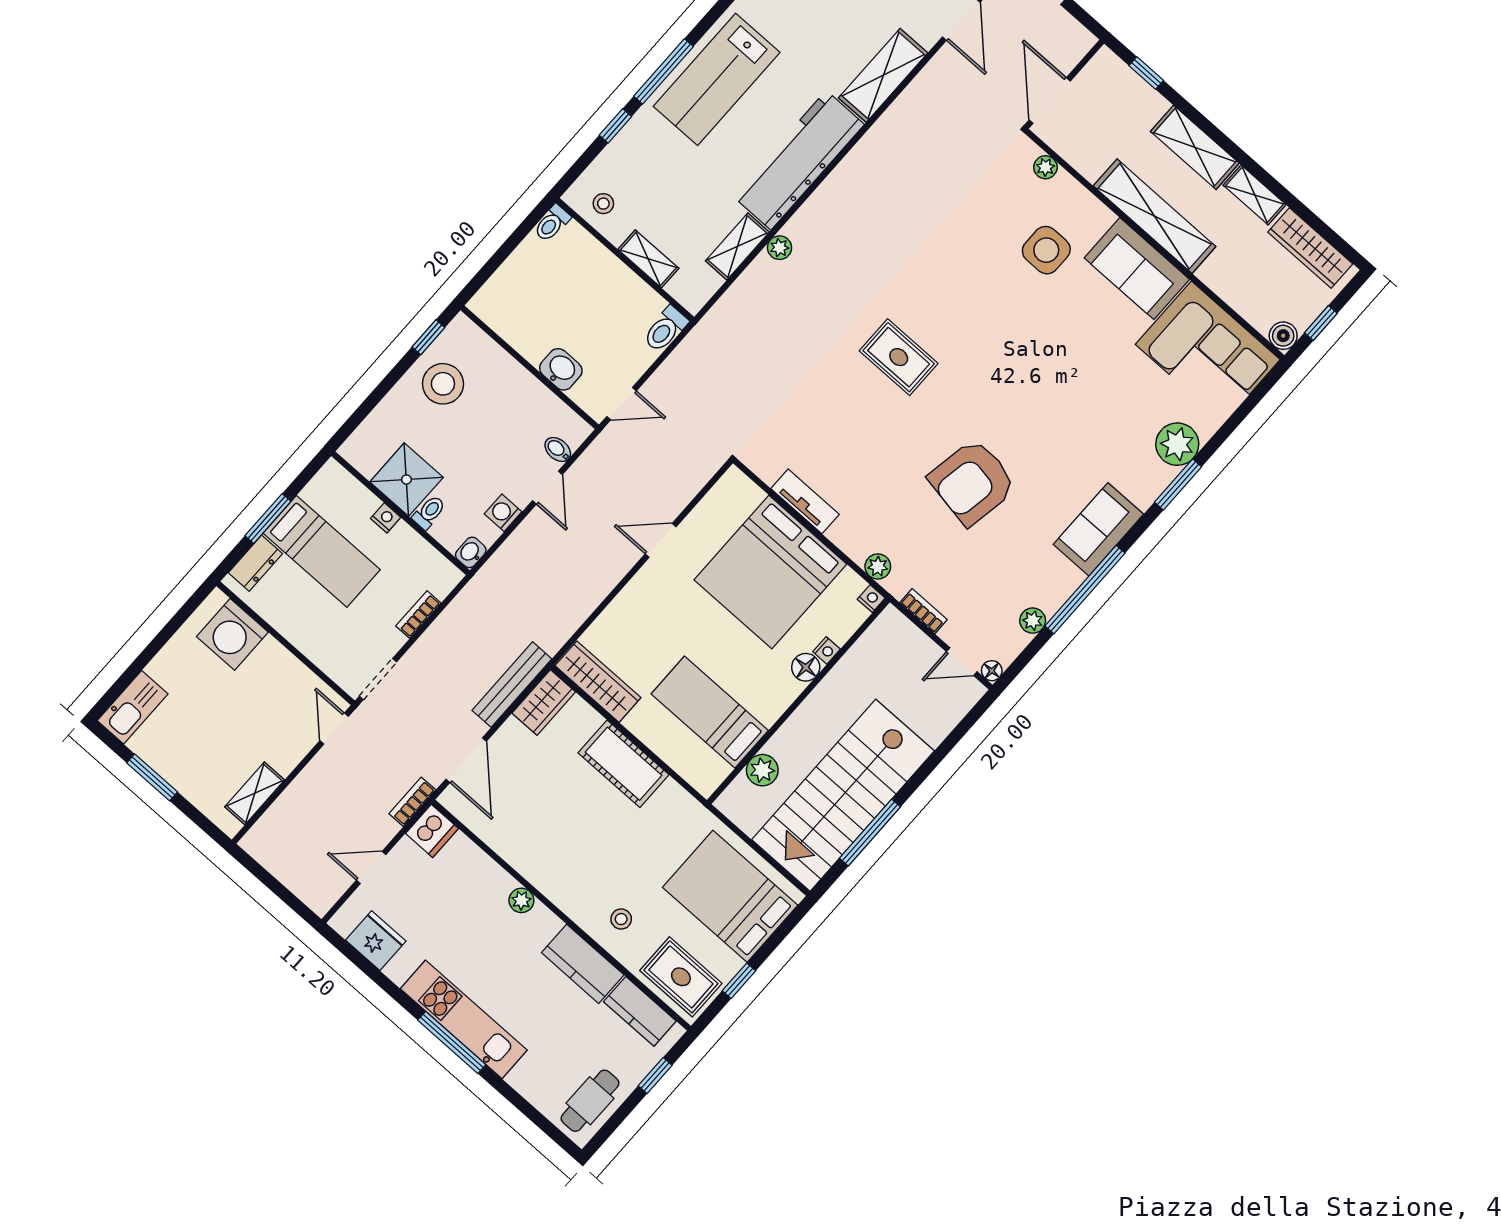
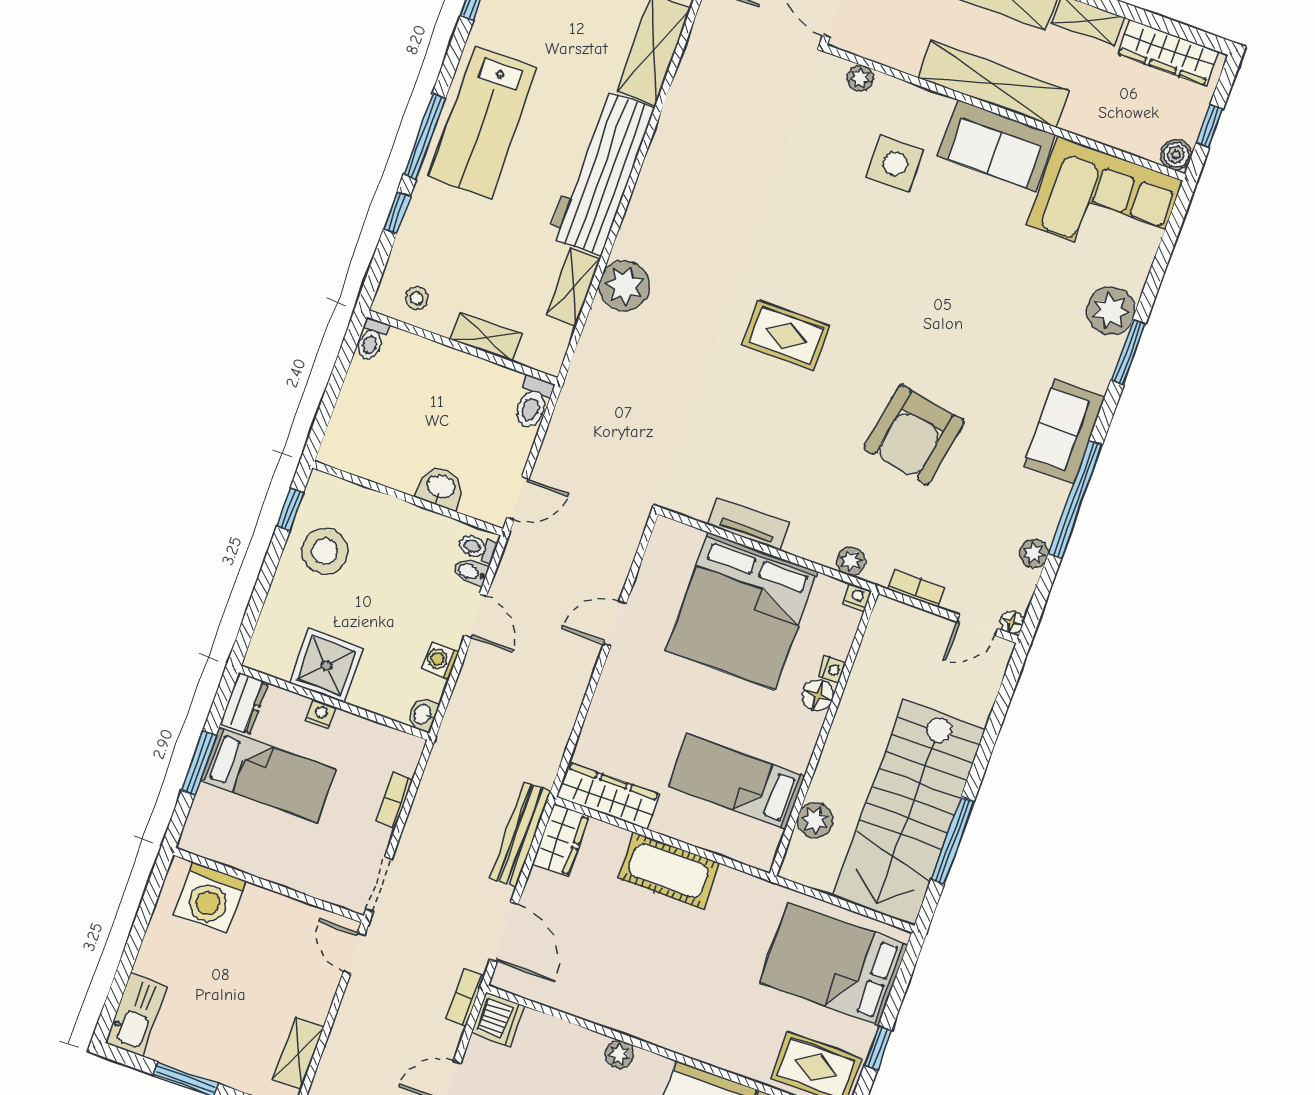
plant: (779, 248) -> (624, 286), width x1.88, depth x1.88
toilet: (429, 512) -> (477, 548), moved, turned -90
dresser: (255, 563) -> (244, 704), moved
stool: (621, 919) -> (730, 1033), removed

